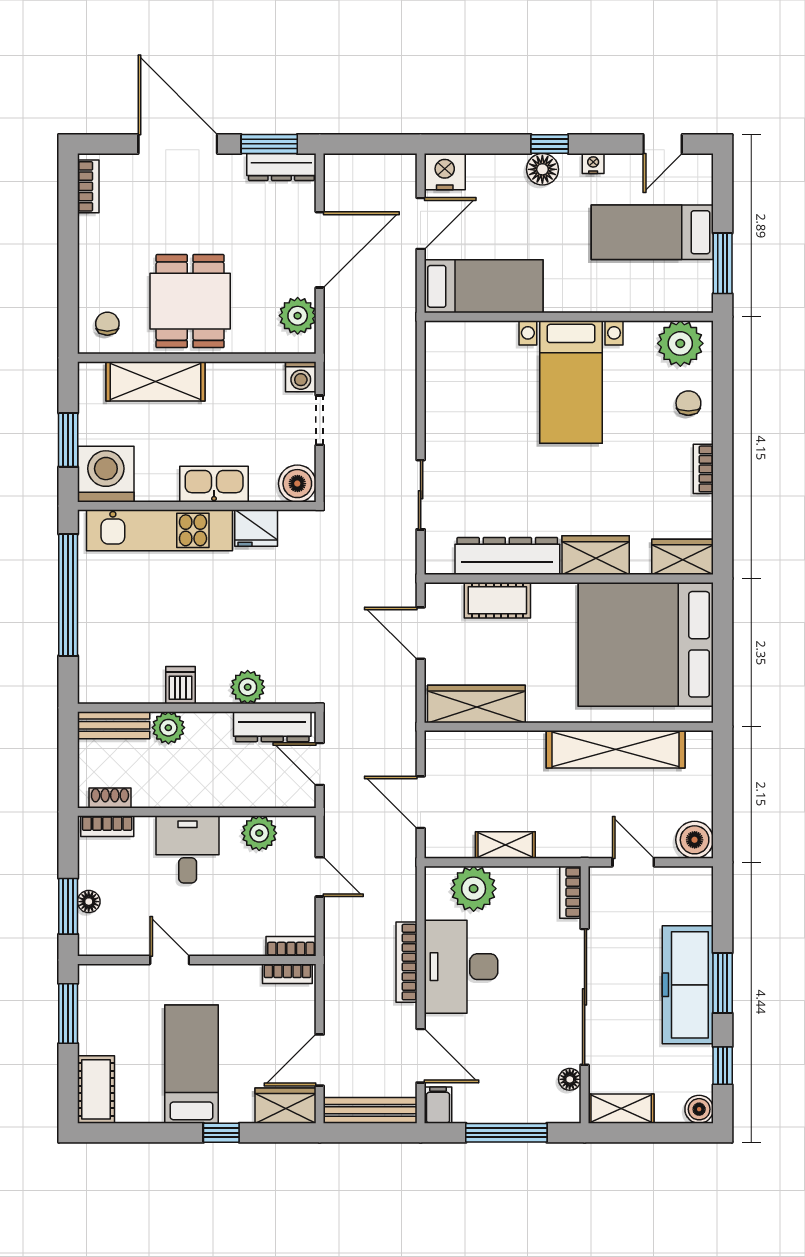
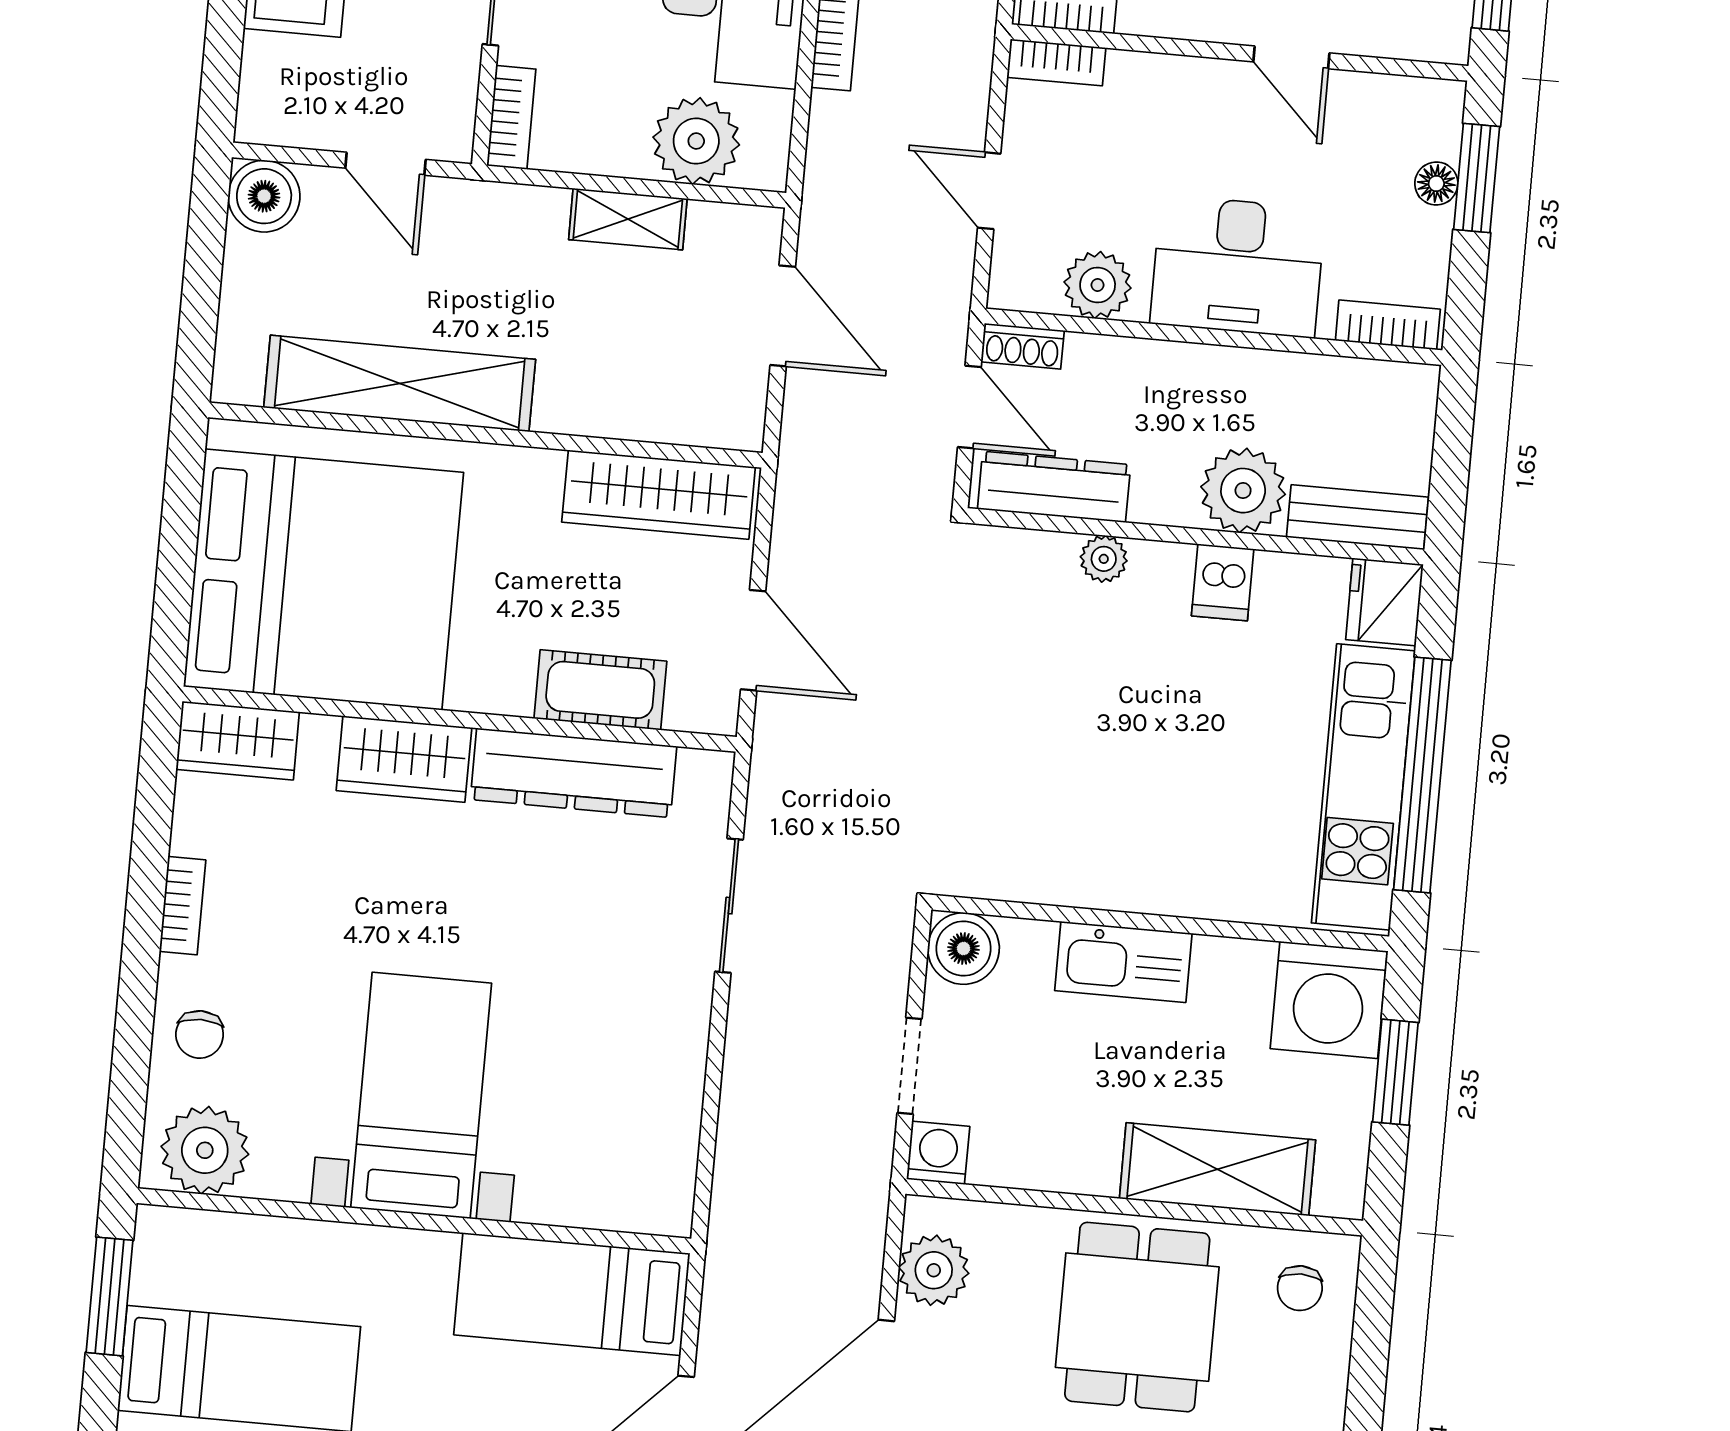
fridge: (256, 528) -> (1384, 602), moved, turned -90
kitchen unit: (159, 530) -> (1363, 787), moved, turned -90
plant: (248, 687) -> (1104, 559), width x0.73, depth x0.73
plant: (168, 728) -> (1243, 491), width x1.36, depth x1.36
shoe rack: (110, 798) -> (1023, 346), moved
desk: (188, 849) -> (1238, 266), width x1.37

